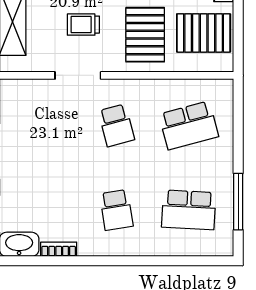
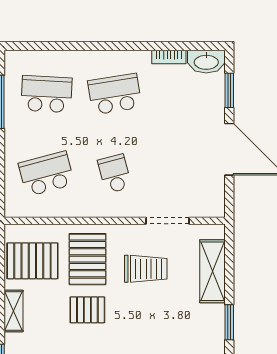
trolley: (83, 25) -> (146, 269), width x1.36, depth x1.39
doorway: (78, 75) -> (167, 221), moved
school desk: (116, 210) -> (115, 94), width x1.85

